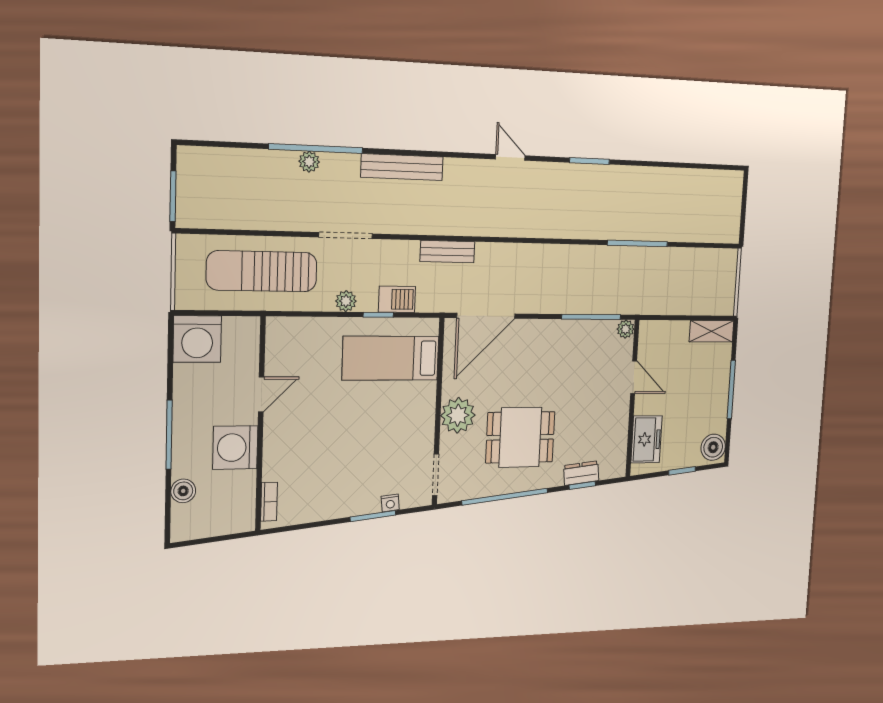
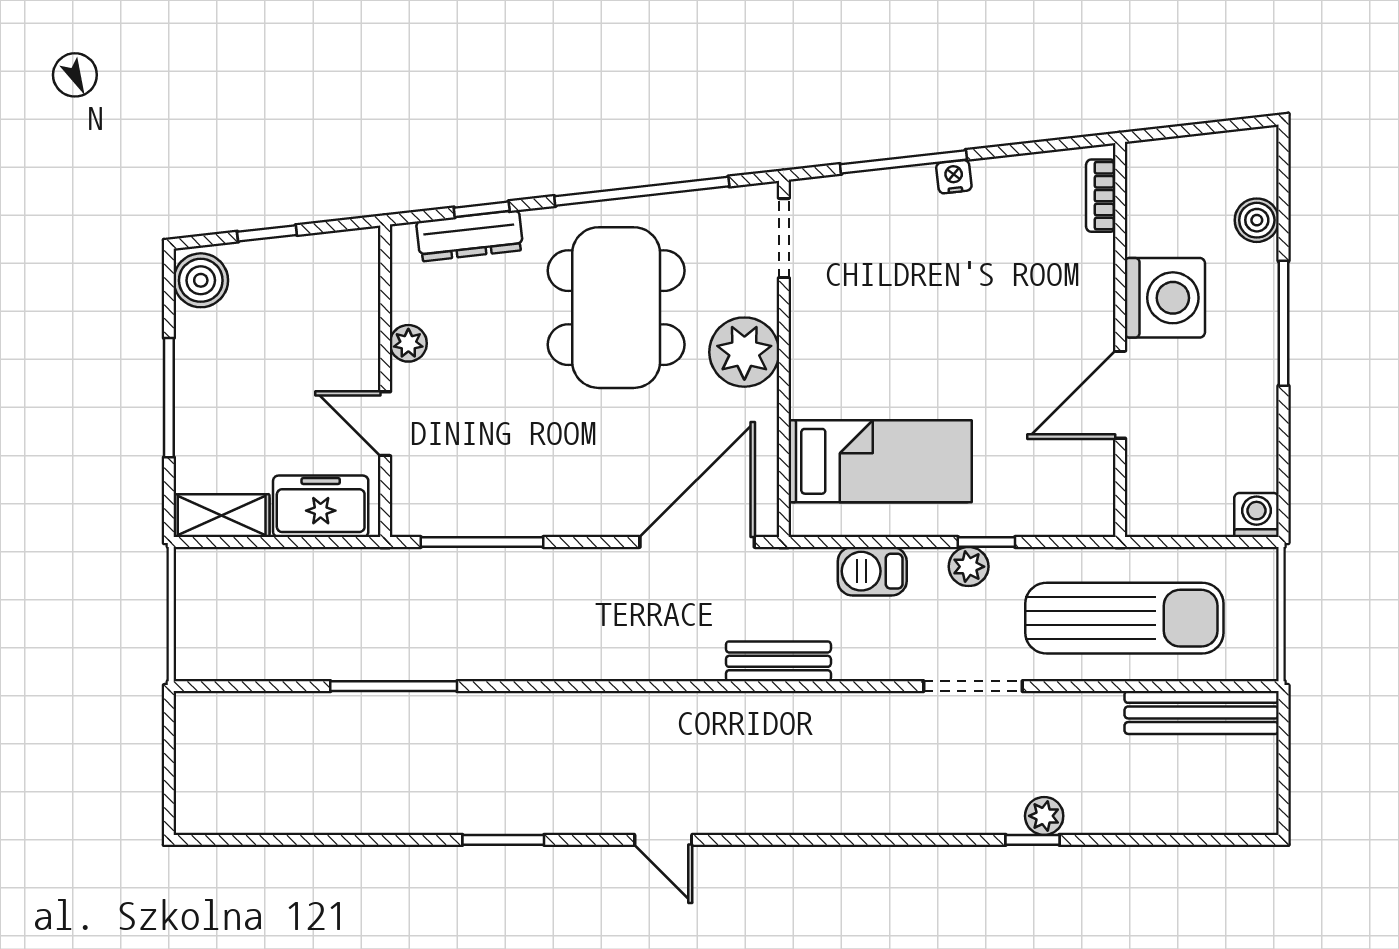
window: (316, 148) -> (1032, 840), width x0.32
bench: (402, 167) -> (1202, 712), moved
window: (173, 196) -> (1283, 746), removed
window: (378, 315) -> (986, 542), moved
plant: (626, 329) -> (408, 343), moved
washing machine: (197, 339) -> (1256, 515), width x0.53, depth x0.53
door: (261, 395) -> (1120, 395), width x1.38
dining table: (520, 437) -> (616, 308), width x1.38
freezer: (646, 439) -> (321, 506), moved, turned 90
dresser: (581, 473) -> (470, 236), width x1.44
nightstand: (390, 503) -> (954, 177), moved
window: (373, 516) -> (903, 162), width x1.44

